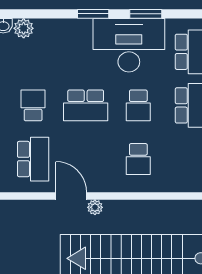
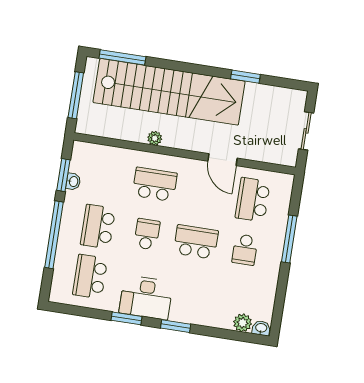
desk: (129, 45) -> (146, 297), width x0.73, depth x0.77
school desk: (138, 159) -> (155, 184), width x1.85
plant: (95, 207) -> (155, 138), moved

